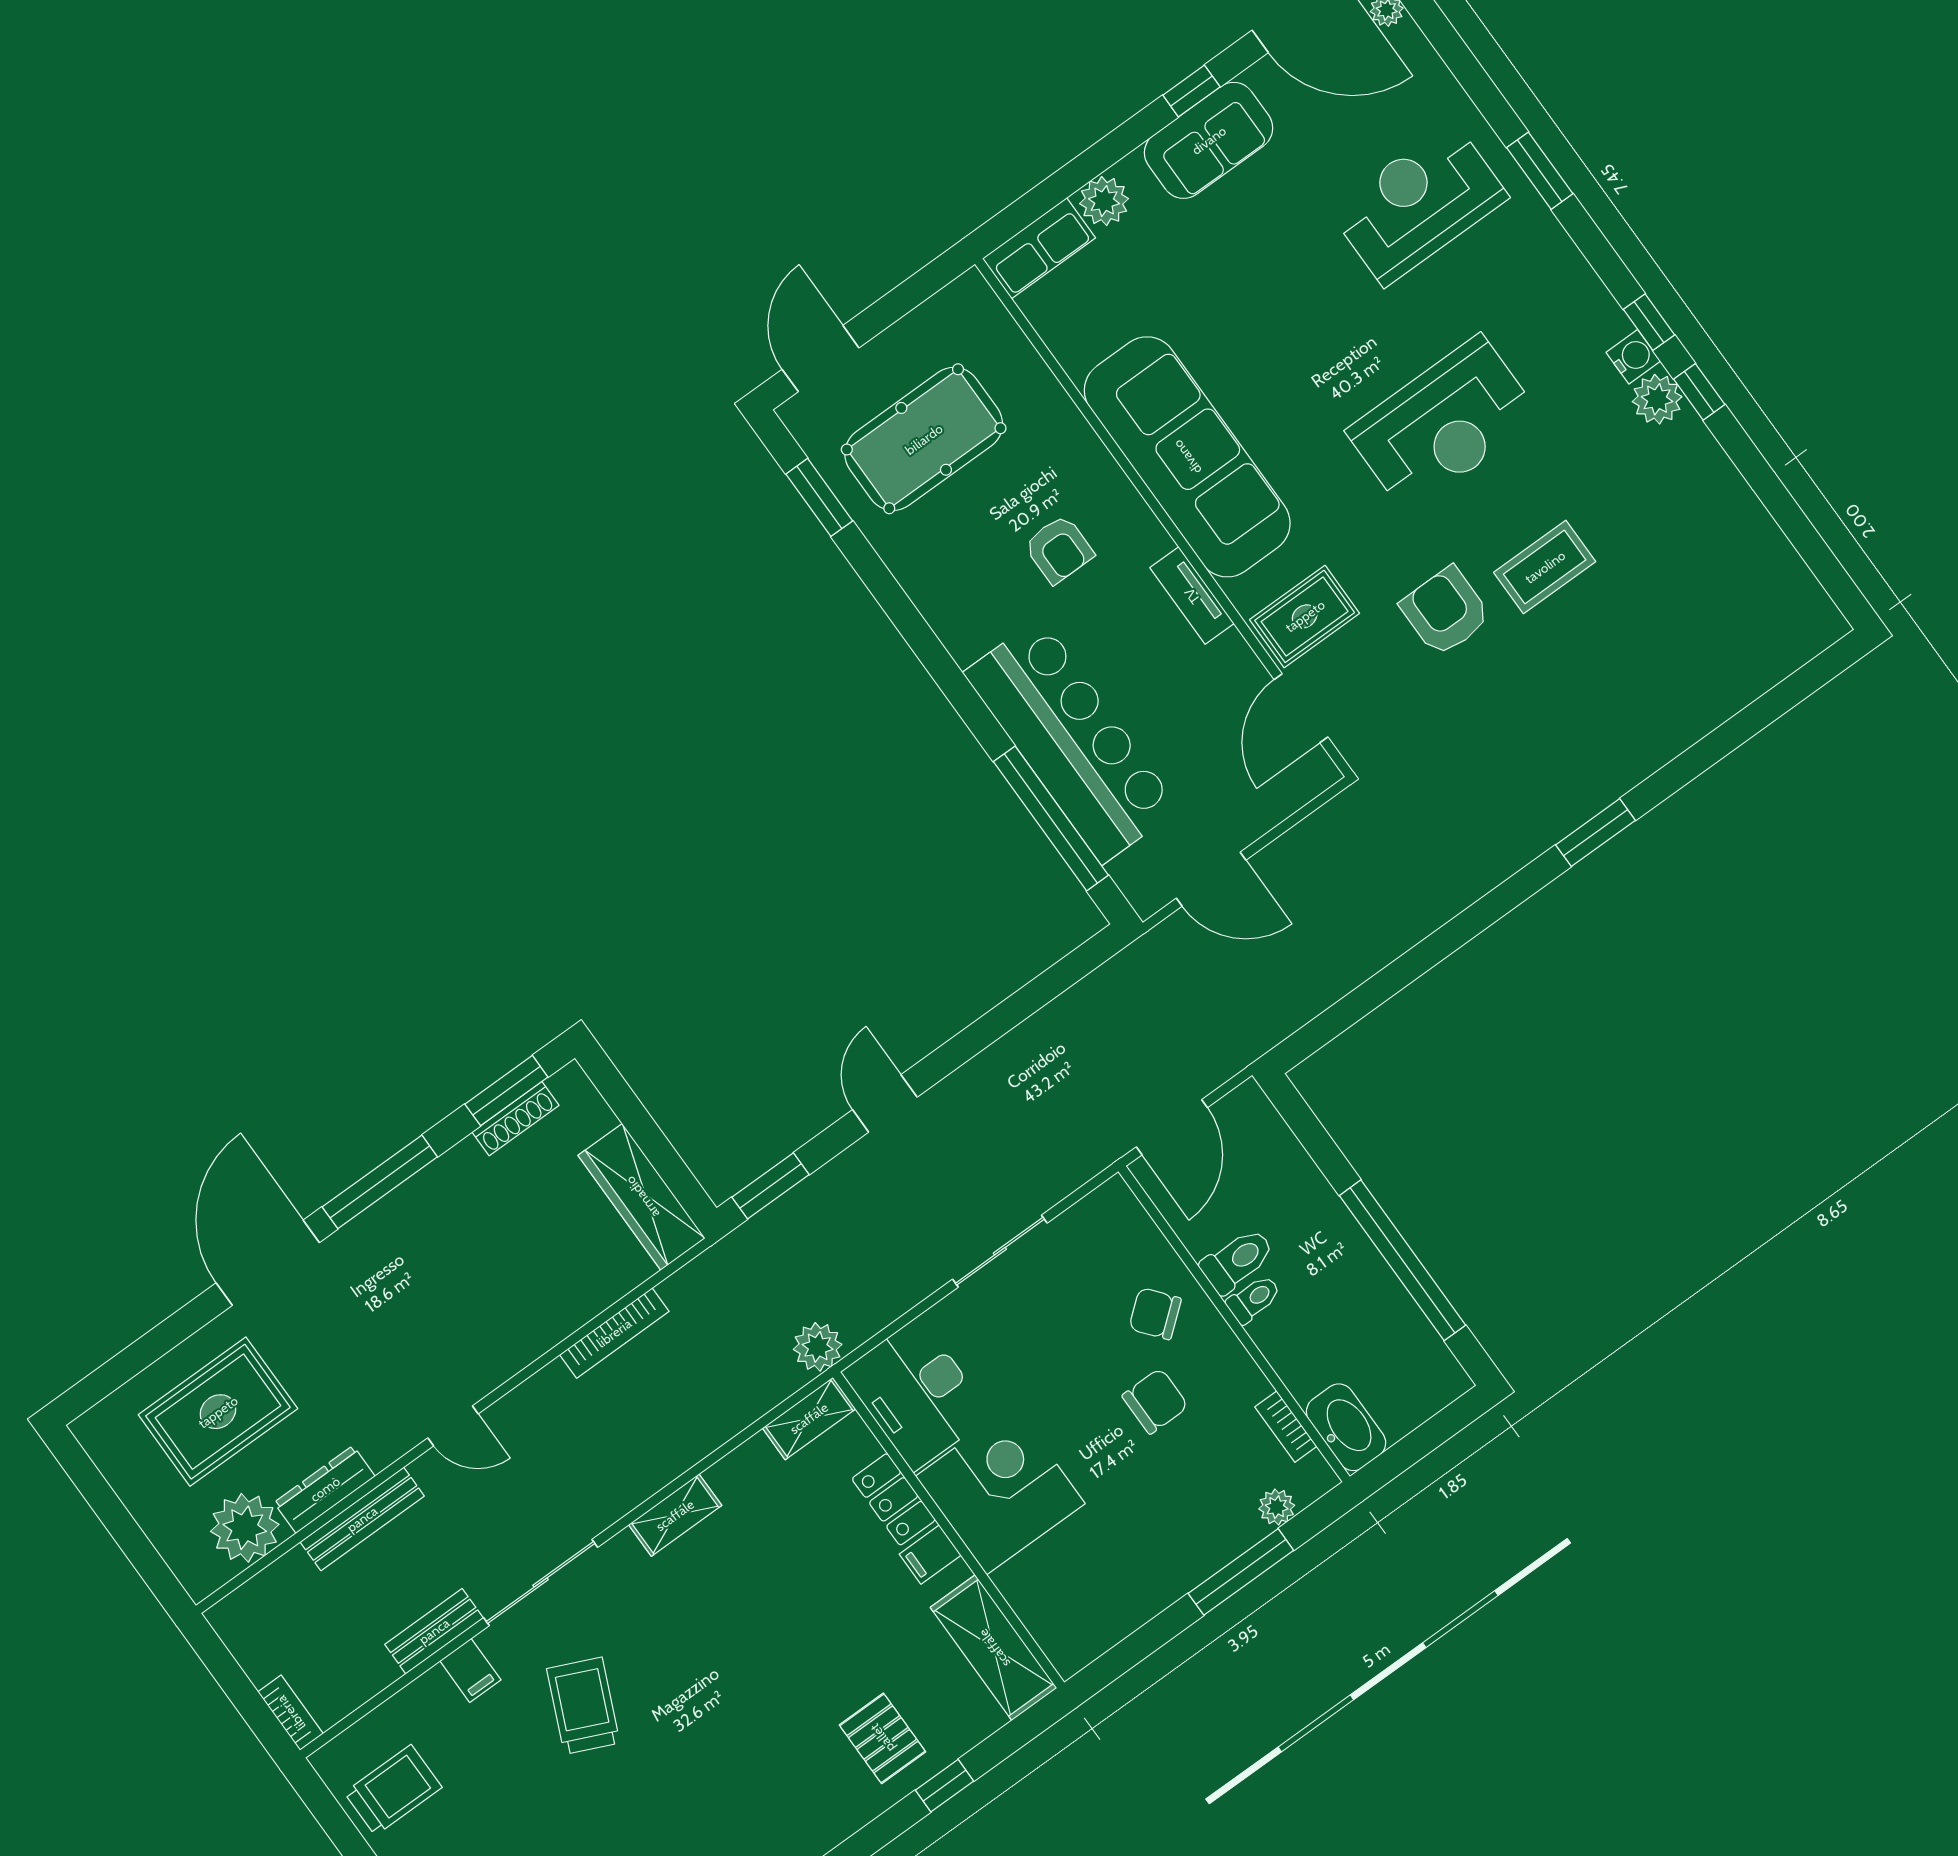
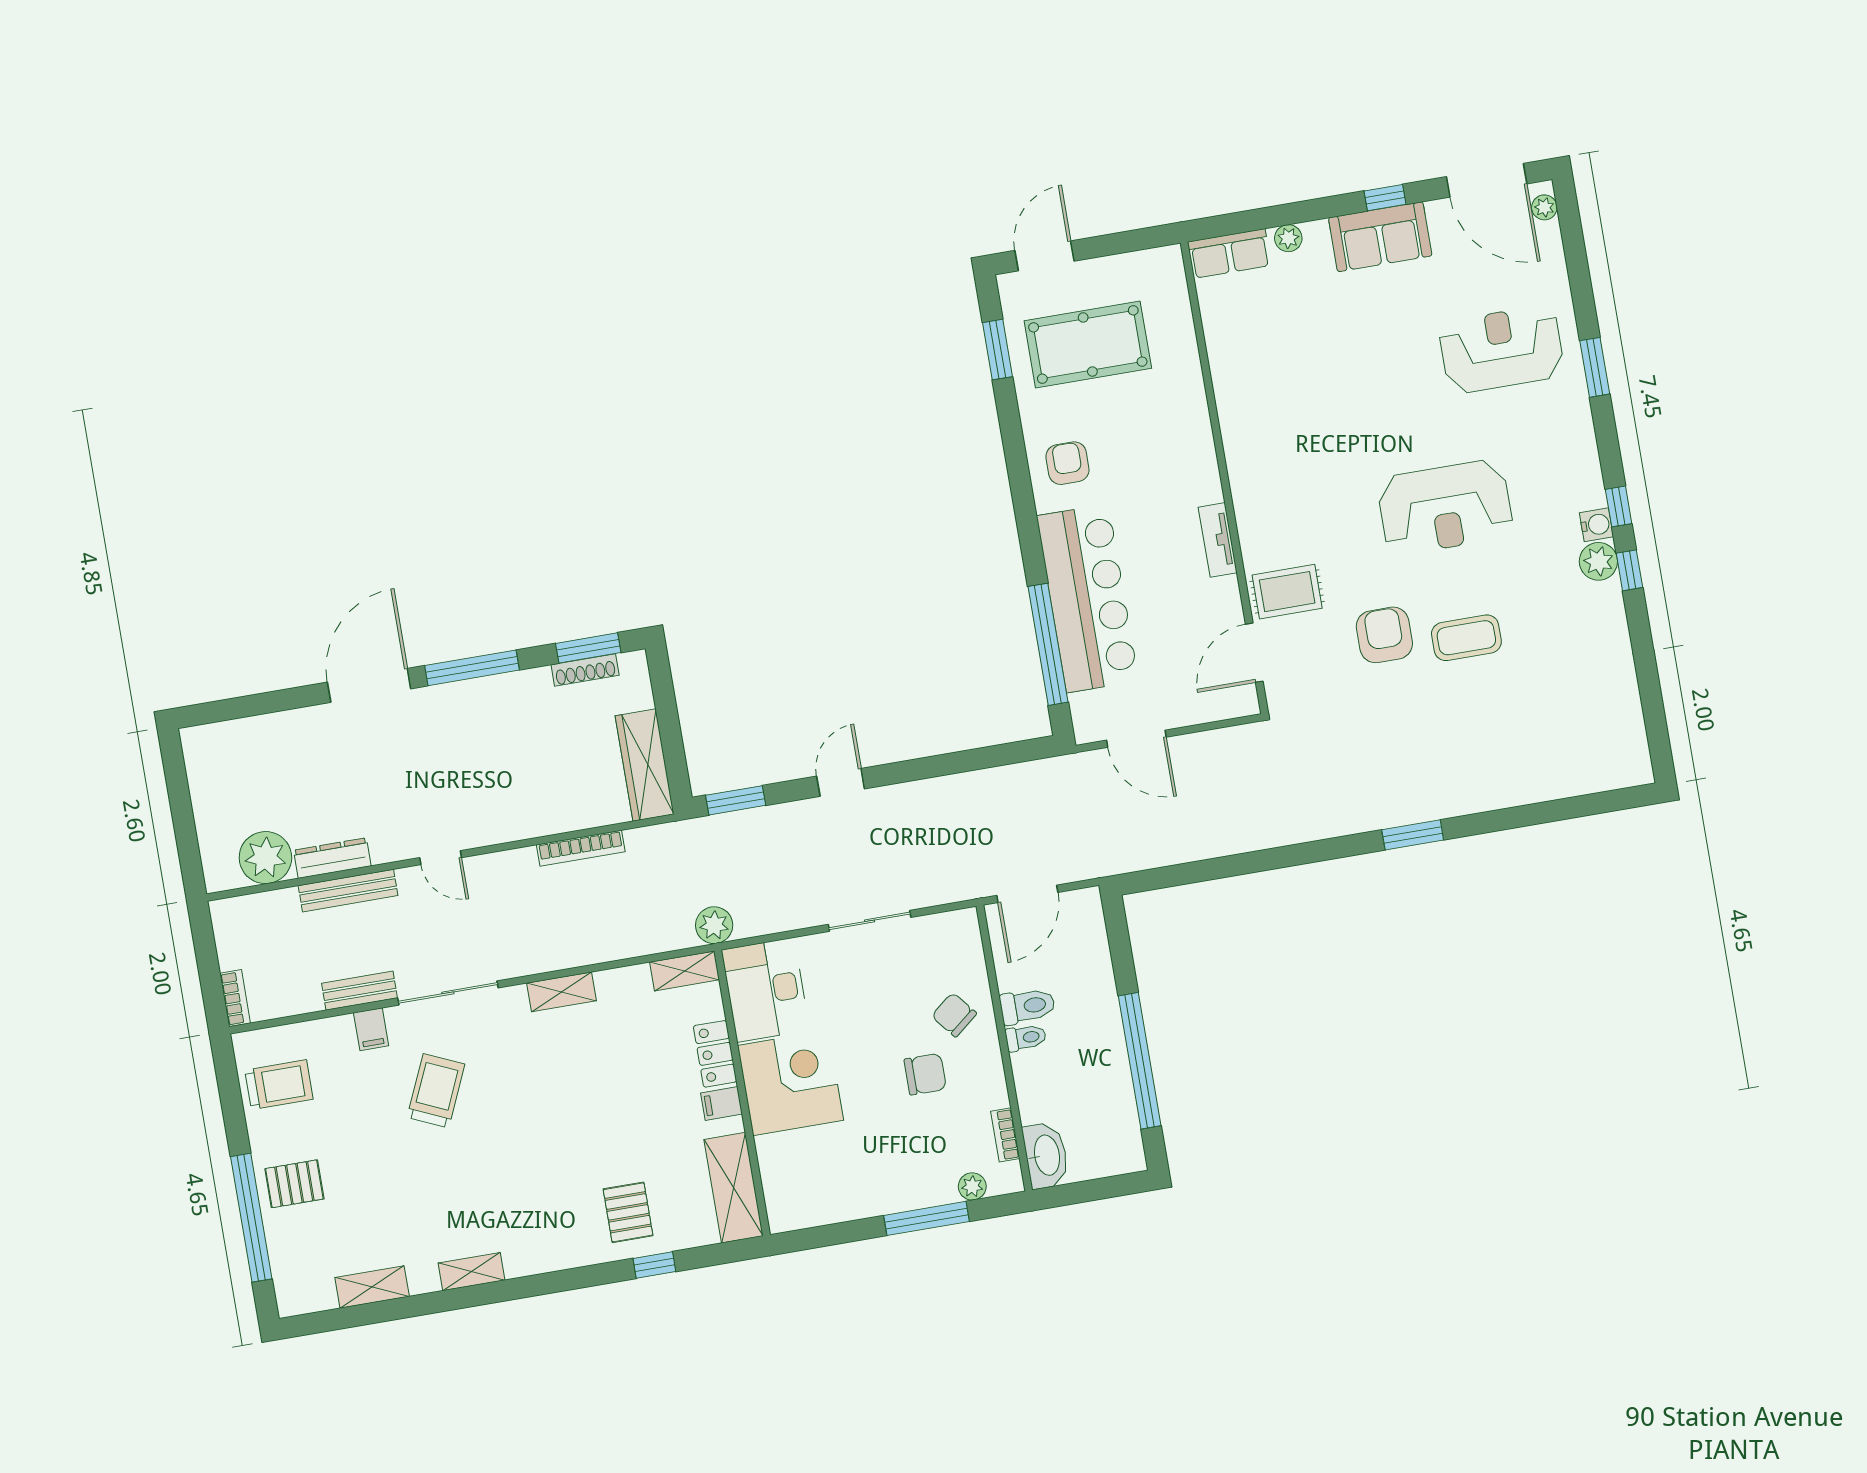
plant: (1104, 201) -> (1288, 238), width x0.73, depth x0.73
sofa: (1187, 457) -> (1261, 444), removed
armchair: (1059, 549) -> (1067, 463), moved, turned 180
rug: (218, 1412) -> (286, 770), removed

